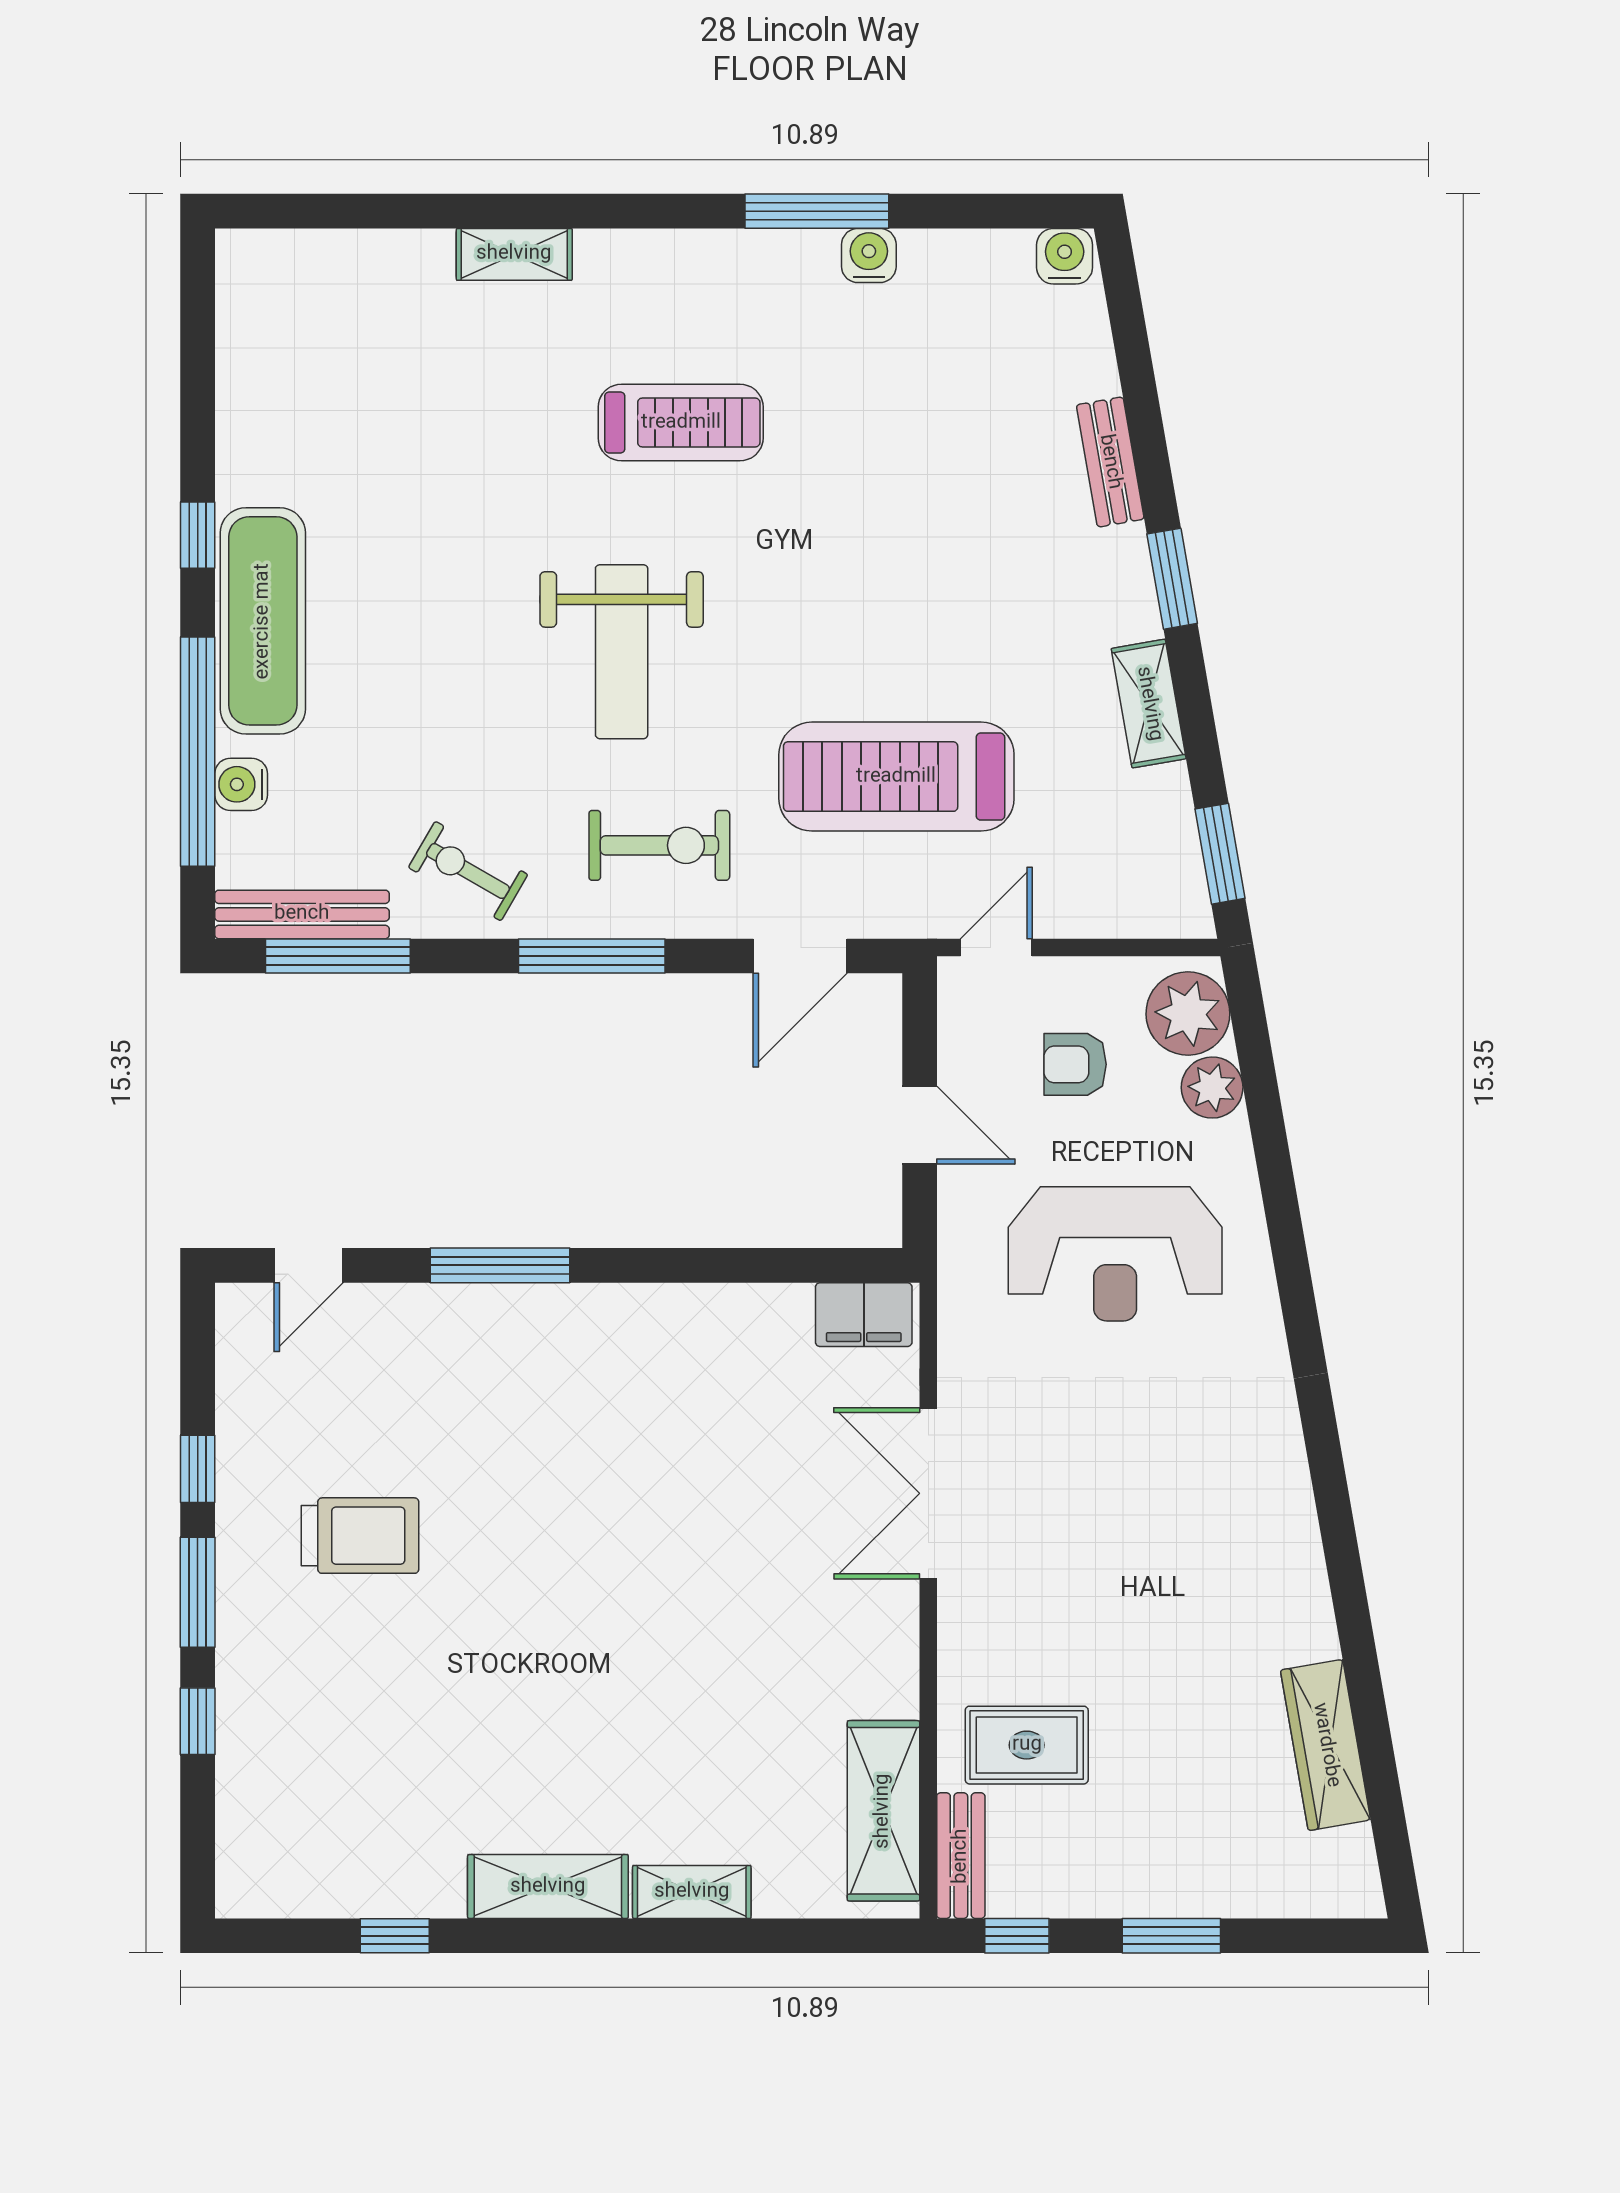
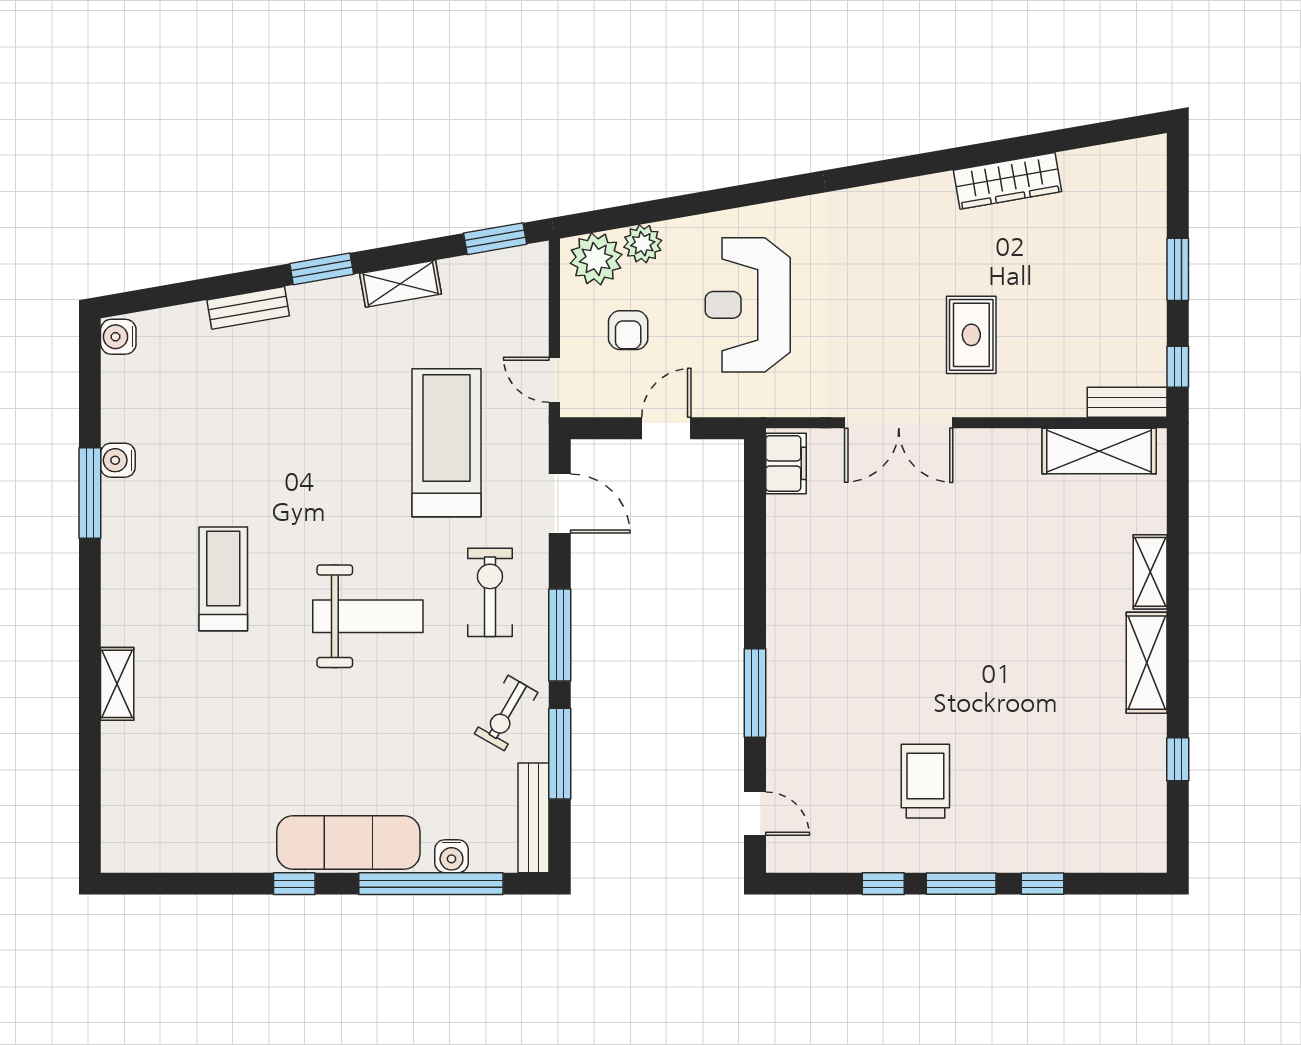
treadmill: (896, 777) -> (447, 443), turned 180
window: (338, 956) -> (560, 754), moved
reception desk: (1115, 1254) -> (748, 305), turned 180
rug: (1027, 1745) -> (971, 335), moved
wardrobe: (1326, 1745) -> (1007, 181), moved

